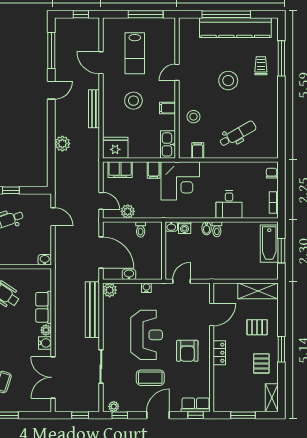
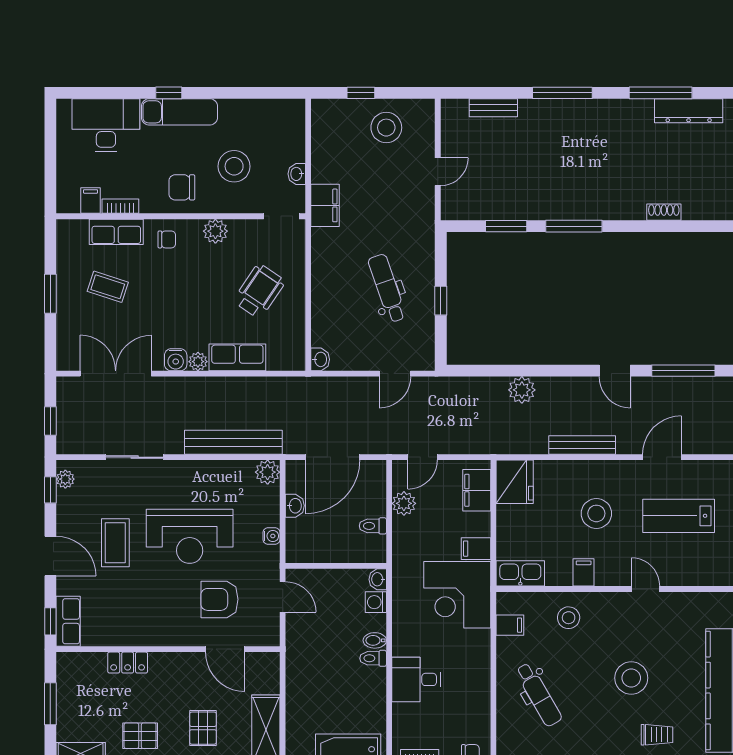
armchair: (187, 351) -> (219, 599), moved
locker: (219, 353) -> (128, 663), moved

